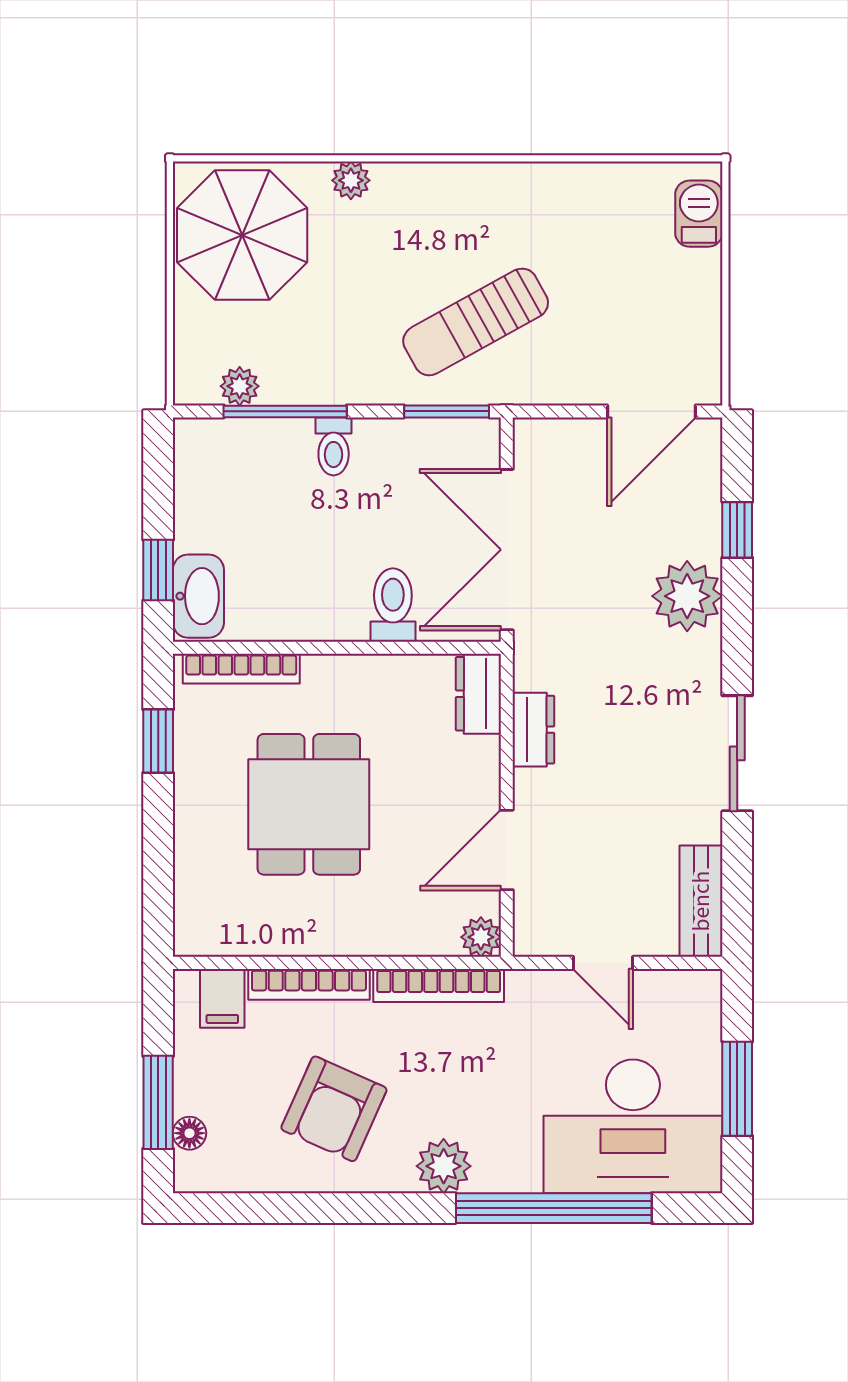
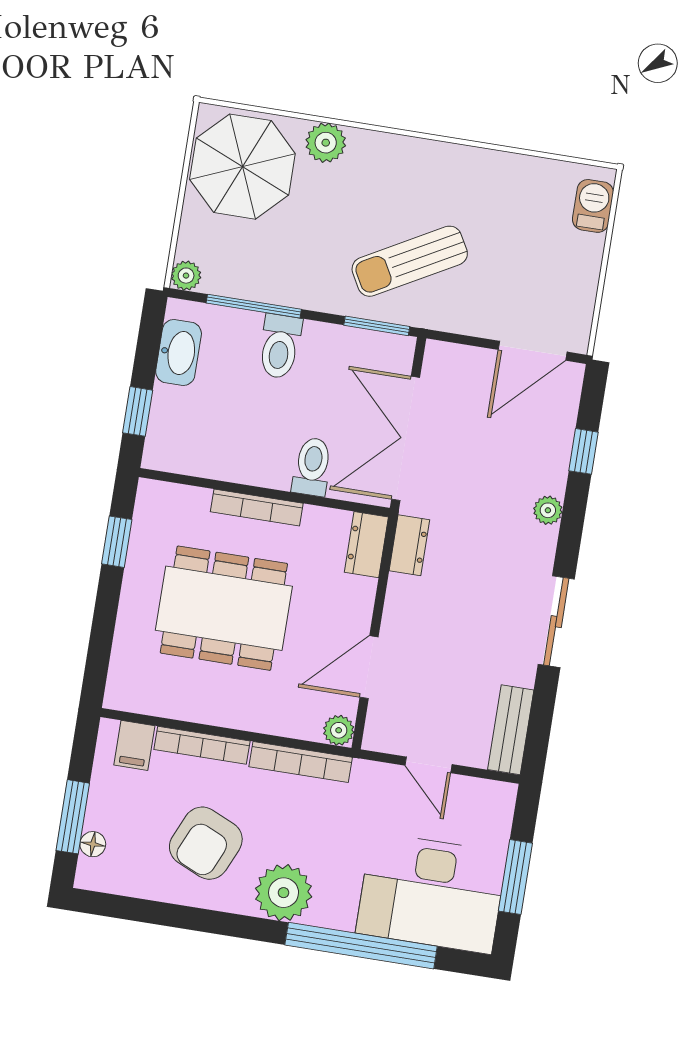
plant: (351, 180) -> (326, 143), width x1.38, depth x1.38
plant: (240, 386) -> (186, 276), moved
toilet: (334, 446) -> (280, 346), width x1.37, depth x1.39
washbasin: (198, 596) -> (179, 353), moved
plant: (687, 596) -> (548, 510), width x0.53, depth x0.53
bookcase: (241, 669) -> (257, 508), moved
dresser: (533, 730) -> (409, 545), moved
dining table: (309, 804) -> (224, 608), width x1.38
plant: (444, 1166) -> (284, 893), width x1.36, depth x1.36

